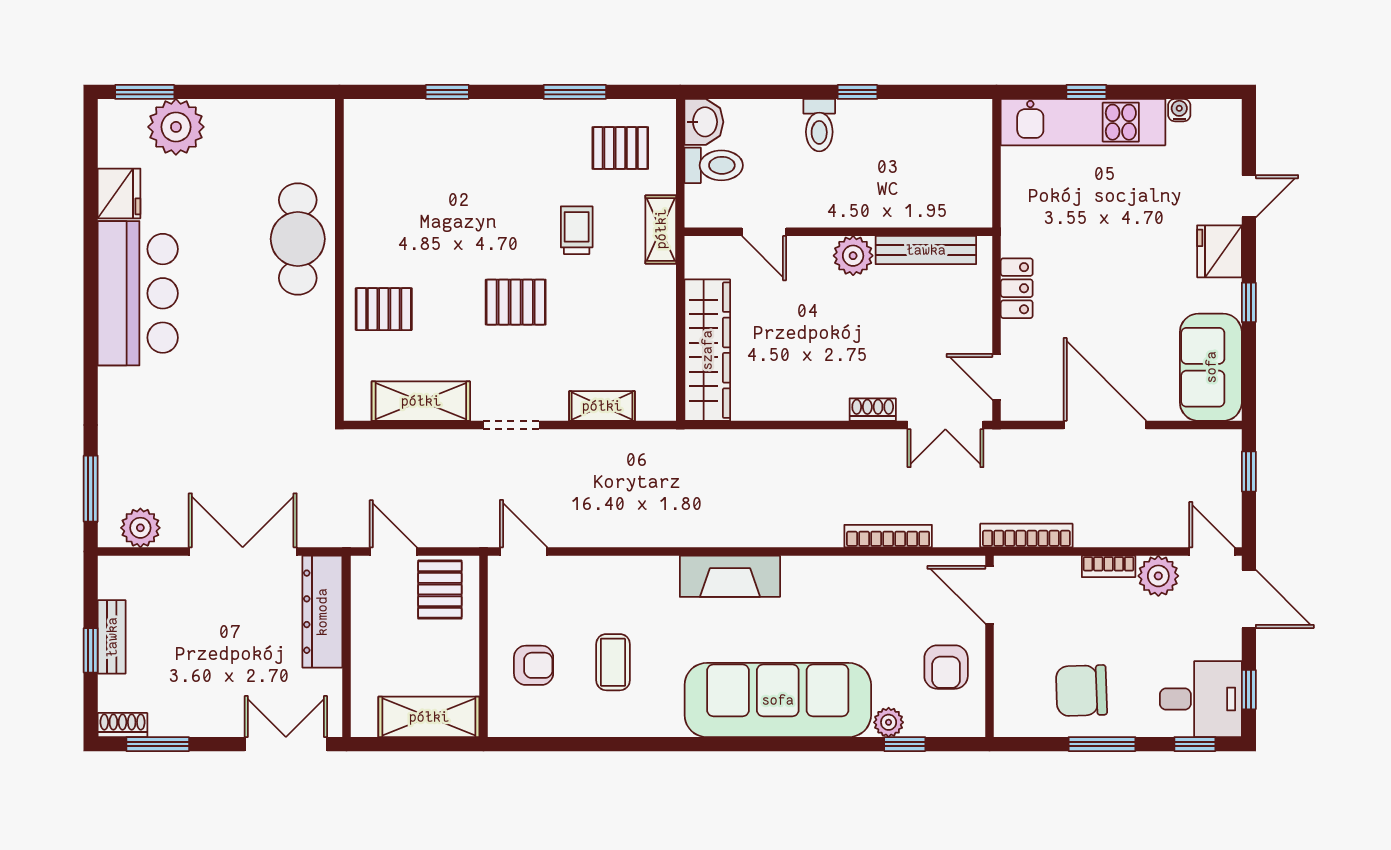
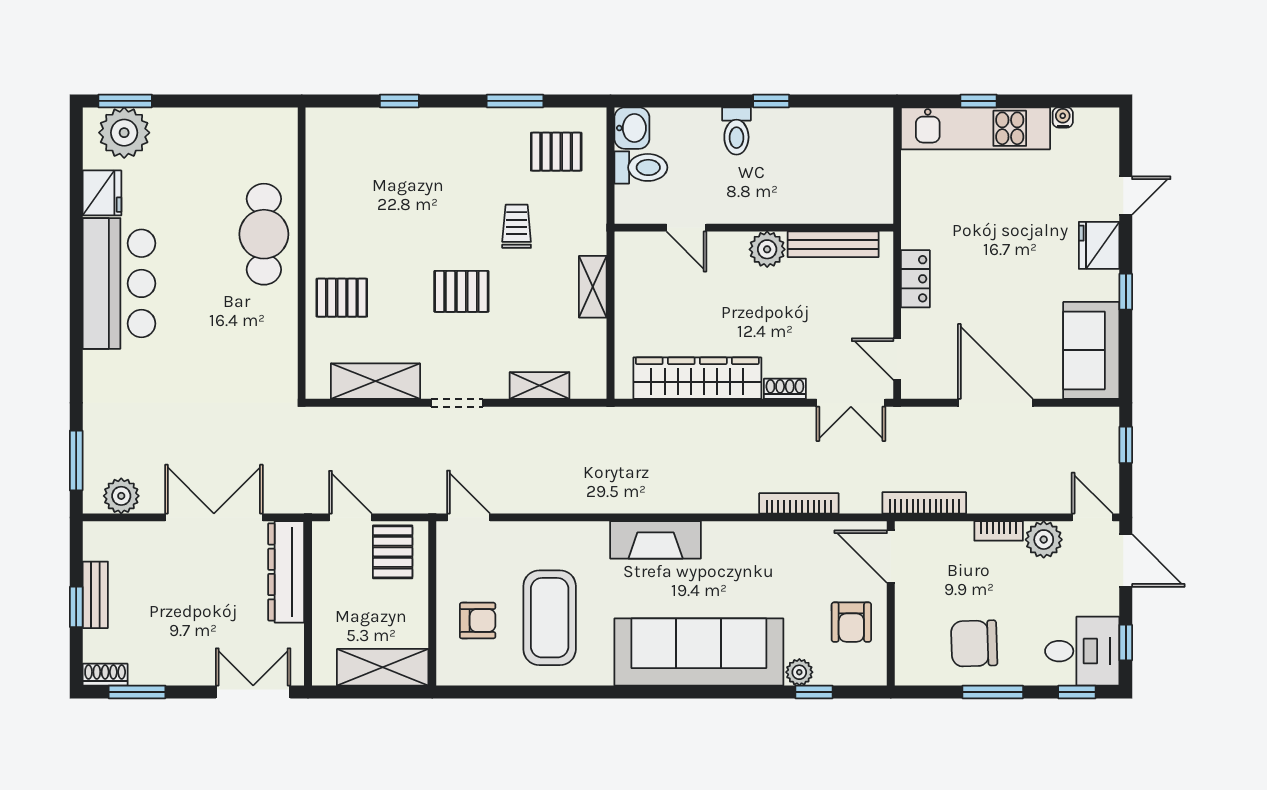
plant: (176, 127) -> (124, 133), moved
shelving: (661, 229) -> (593, 287), moved
wardrobe: (707, 350) -> (697, 378), moved, turned -90
coffee table: (613, 662) -> (550, 618), width x1.86, depth x1.72

